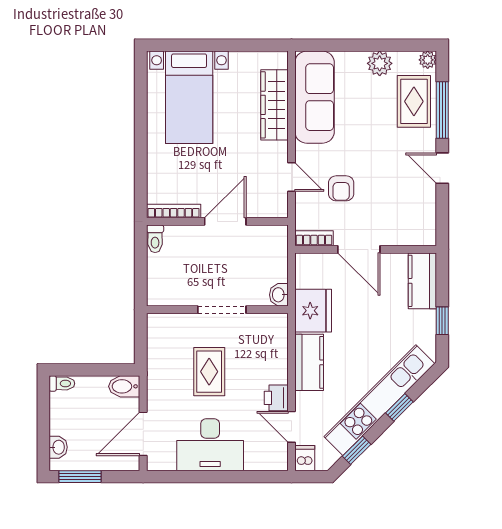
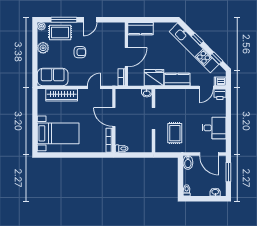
sofa: (315, 97) -> (53, 77), width x0.73
armchair: (341, 188) -> (80, 52), moved
window: (442, 321) -> (158, 20), removed
rug: (209, 372) -> (175, 133), moved, turned 90
printer: (276, 398) -> (220, 94), moved
desk: (210, 445) -> (214, 128), width x0.73
window: (80, 477) -> (228, 172), moved

